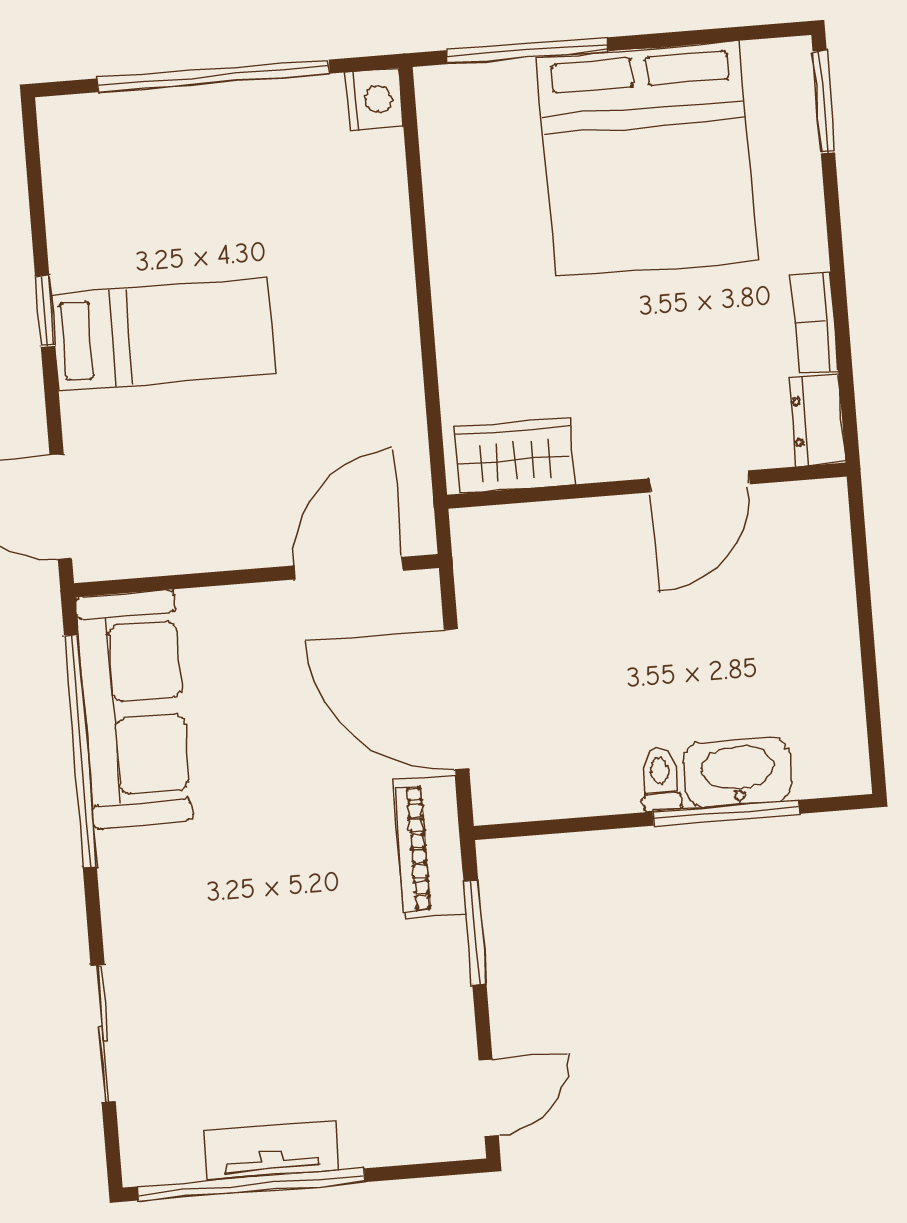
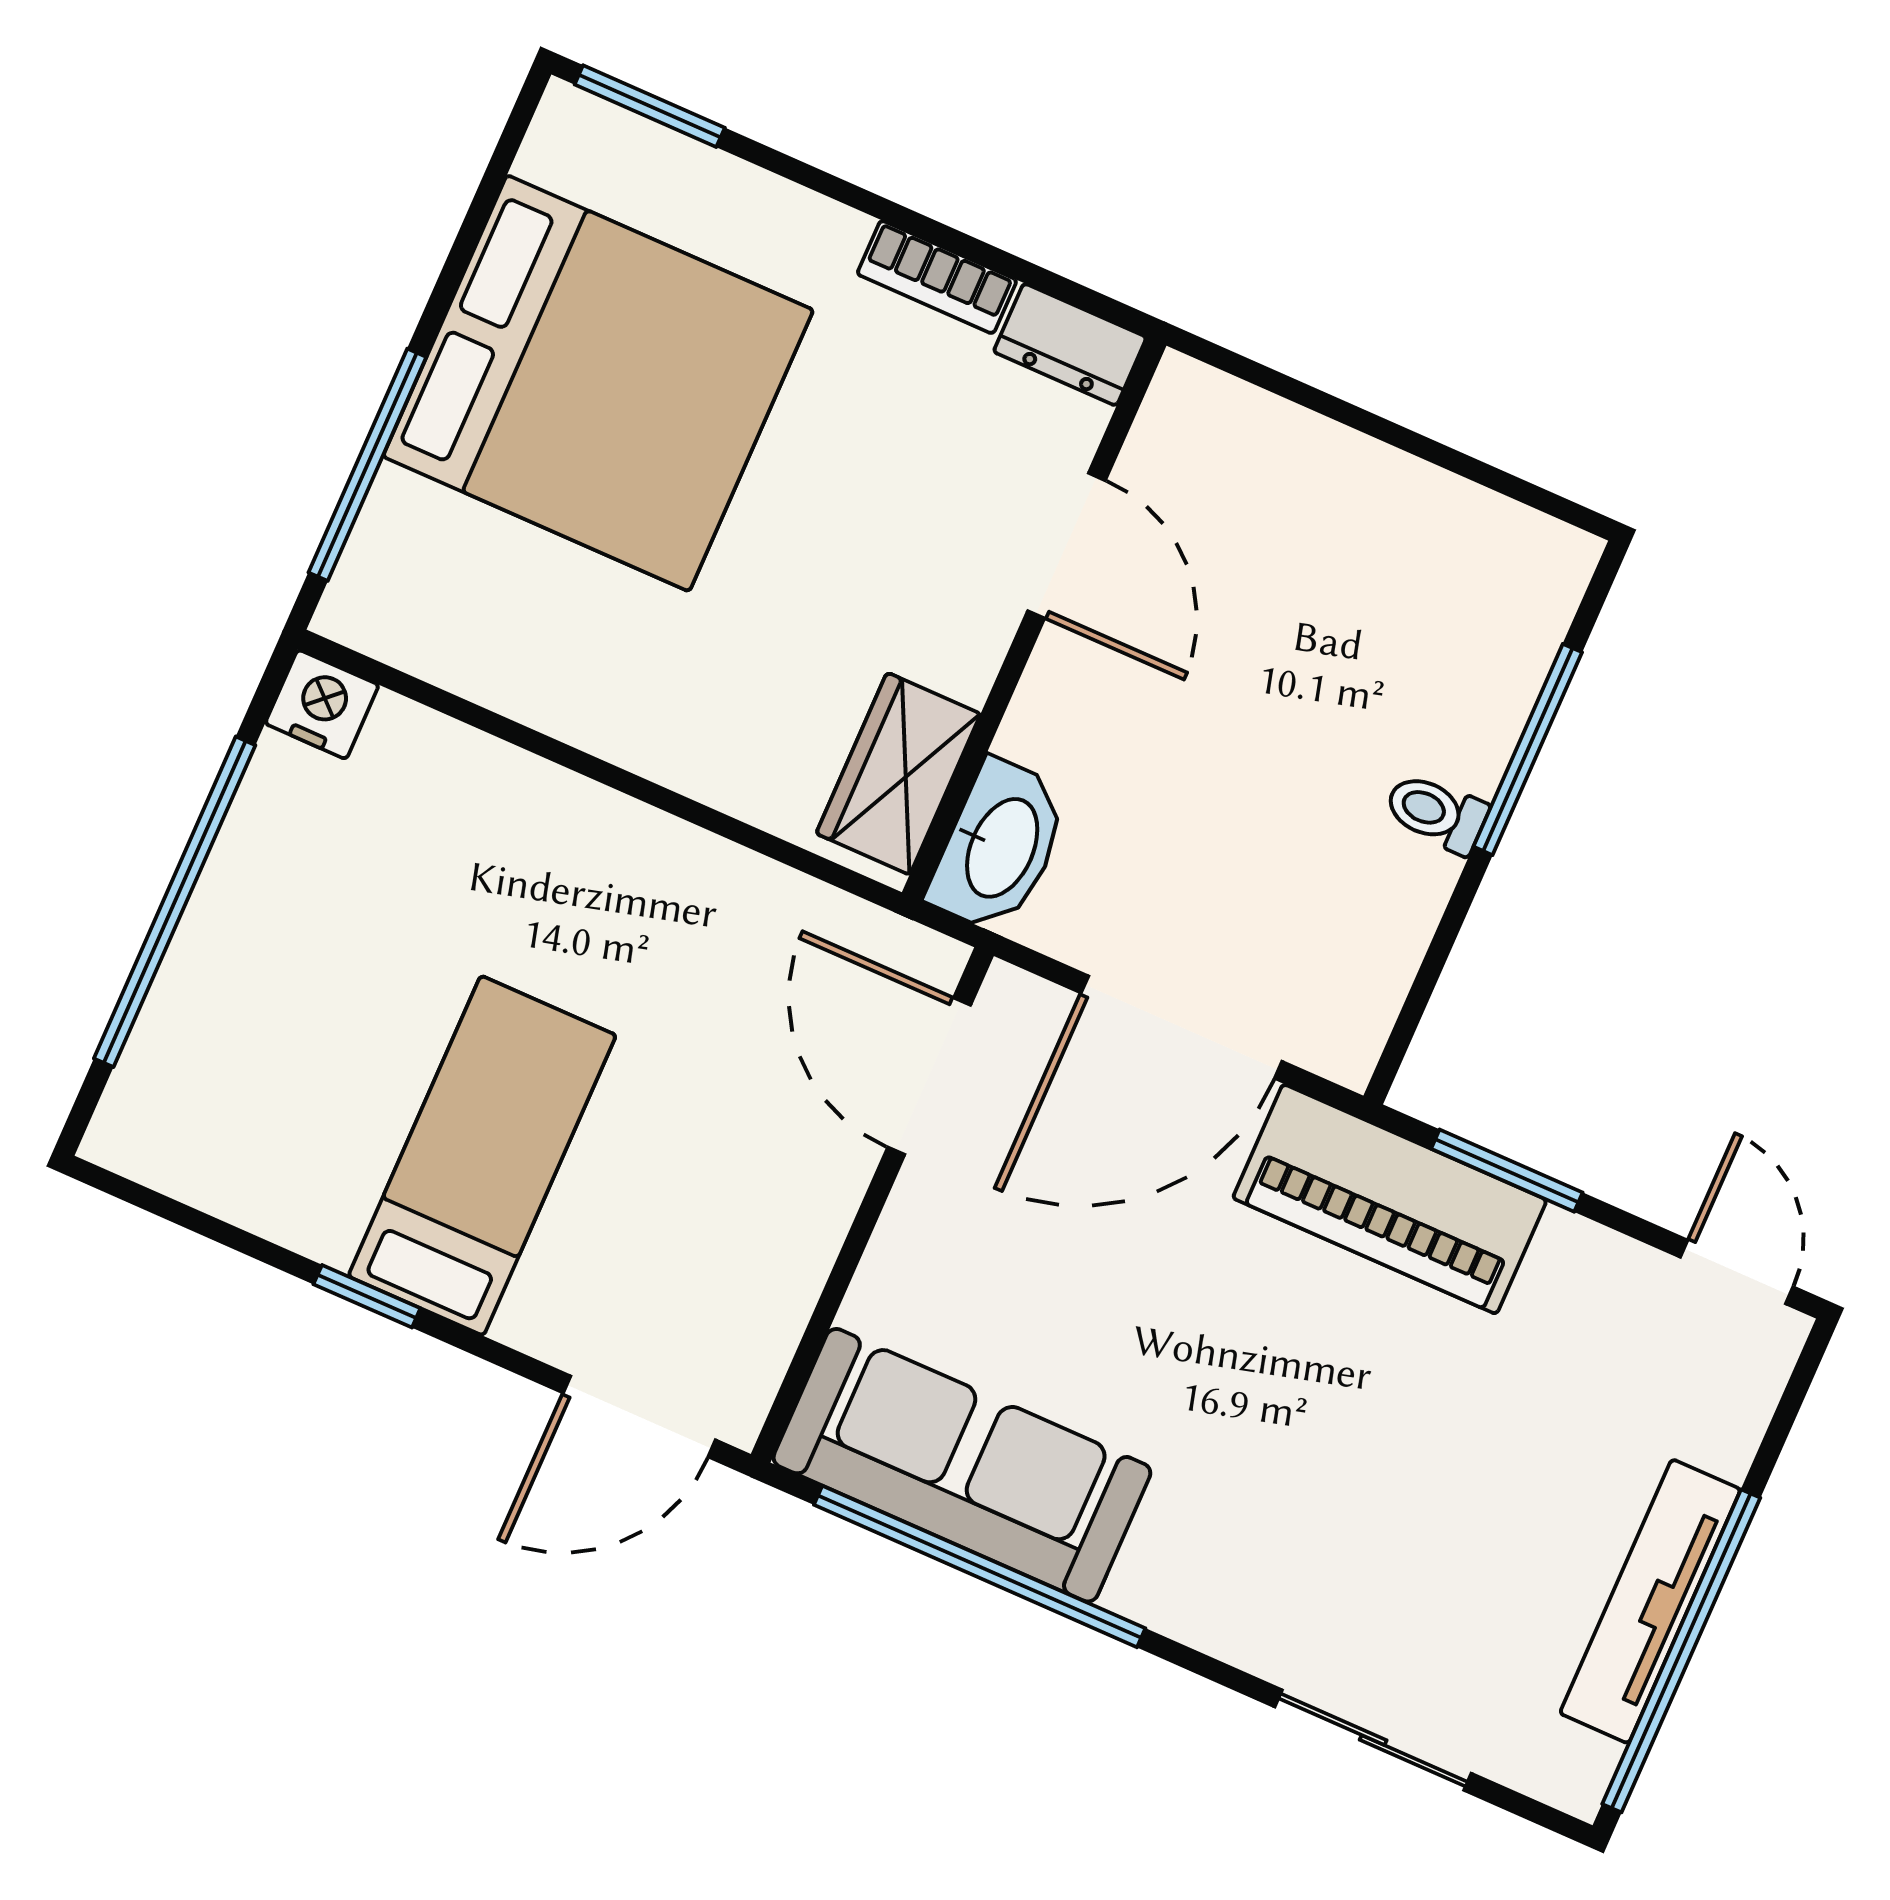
washbasin: (738, 772) -> (999, 847), moved, turned 180
piano: (430, 847) -> (1390, 1199), width x1.37, depth x1.33
tv unit: (270, 1151) -> (1650, 1601), width x1.41

